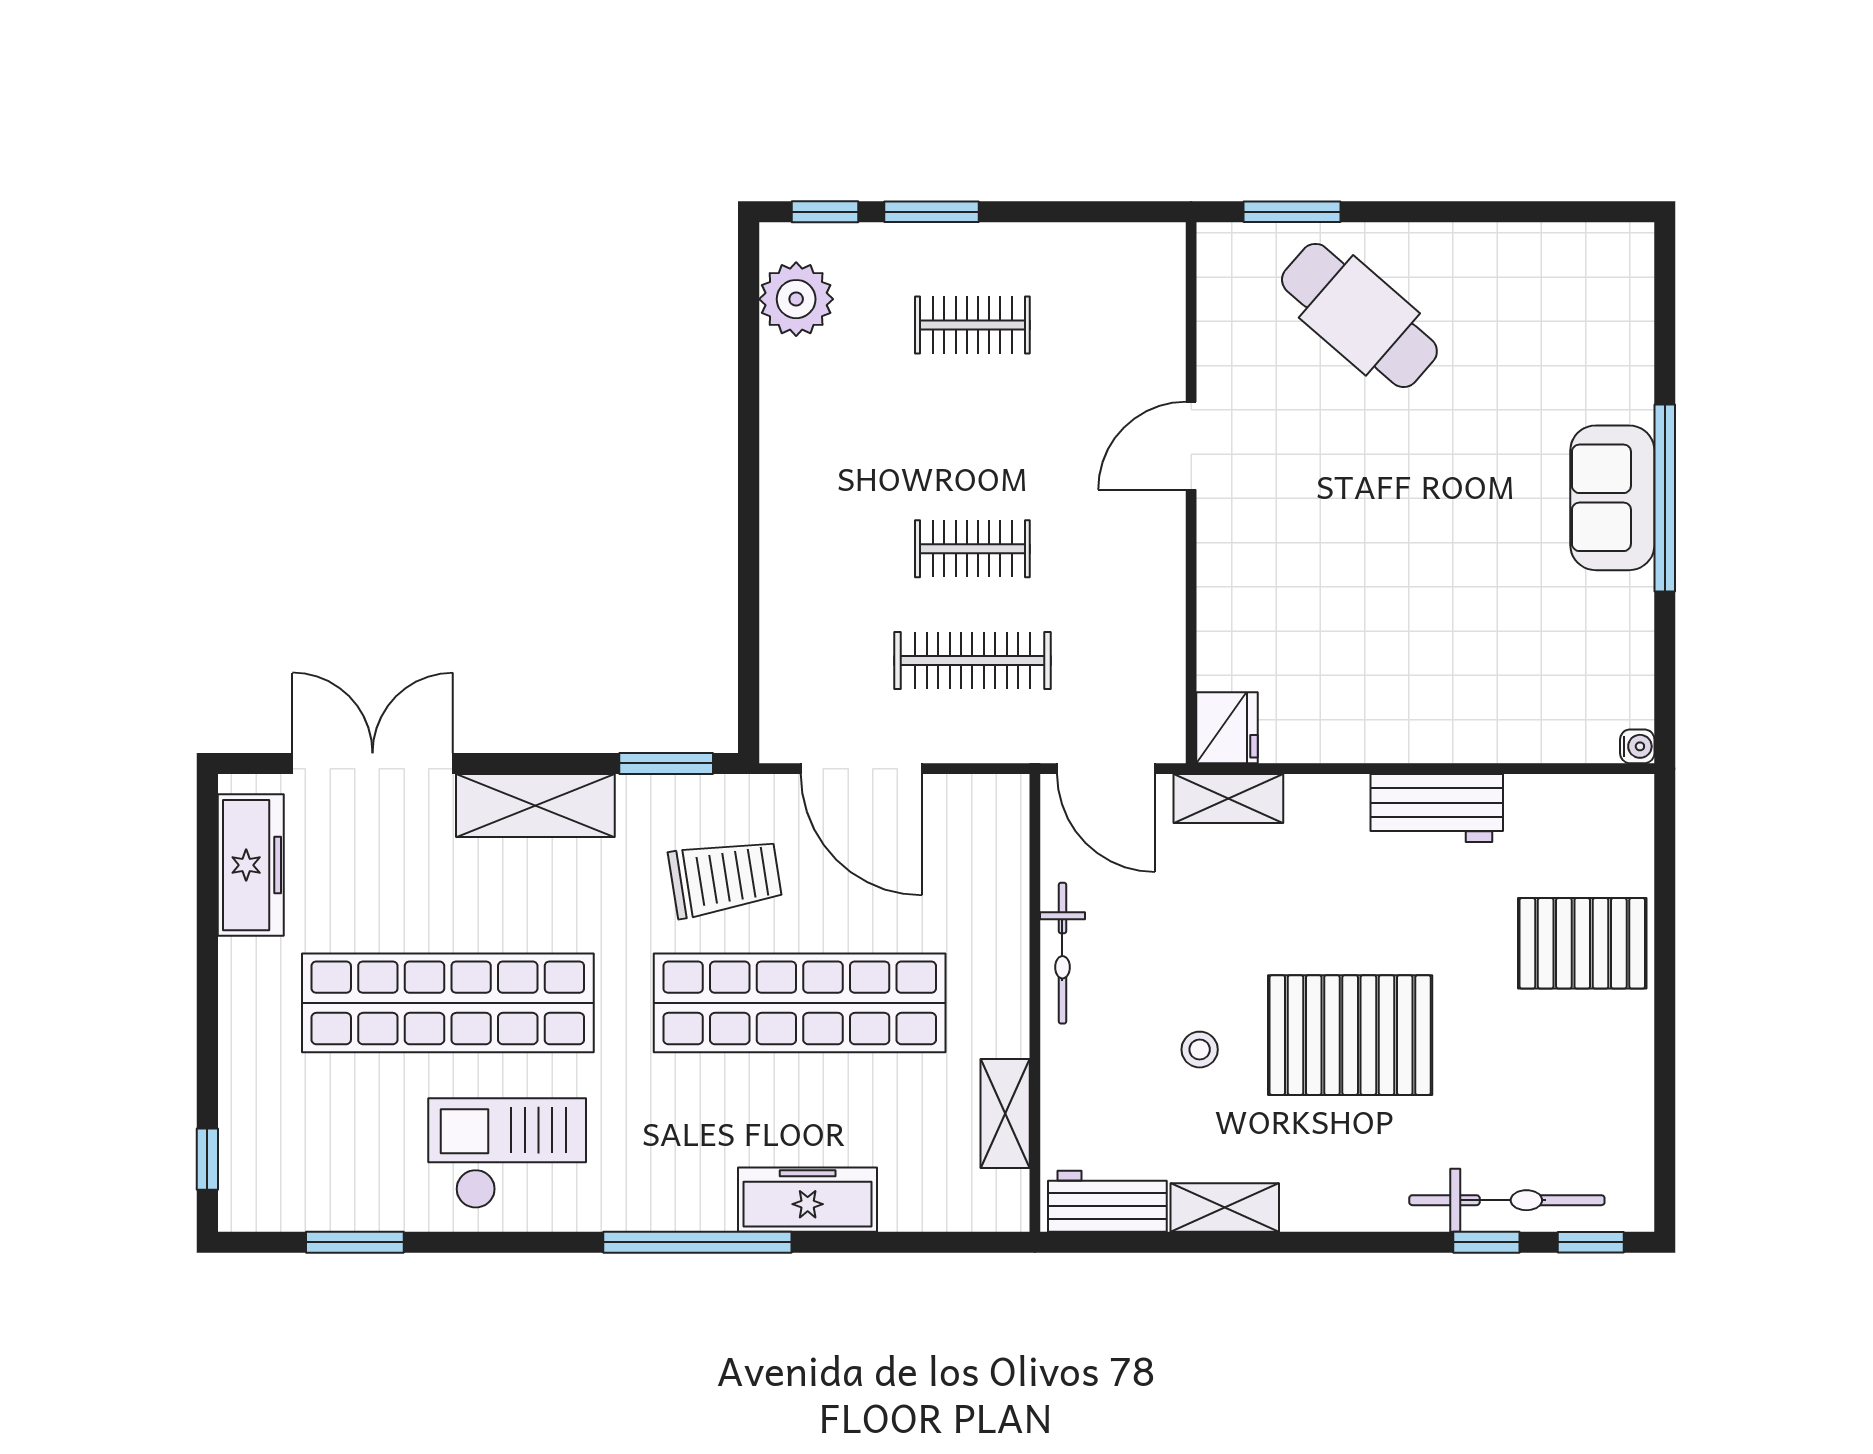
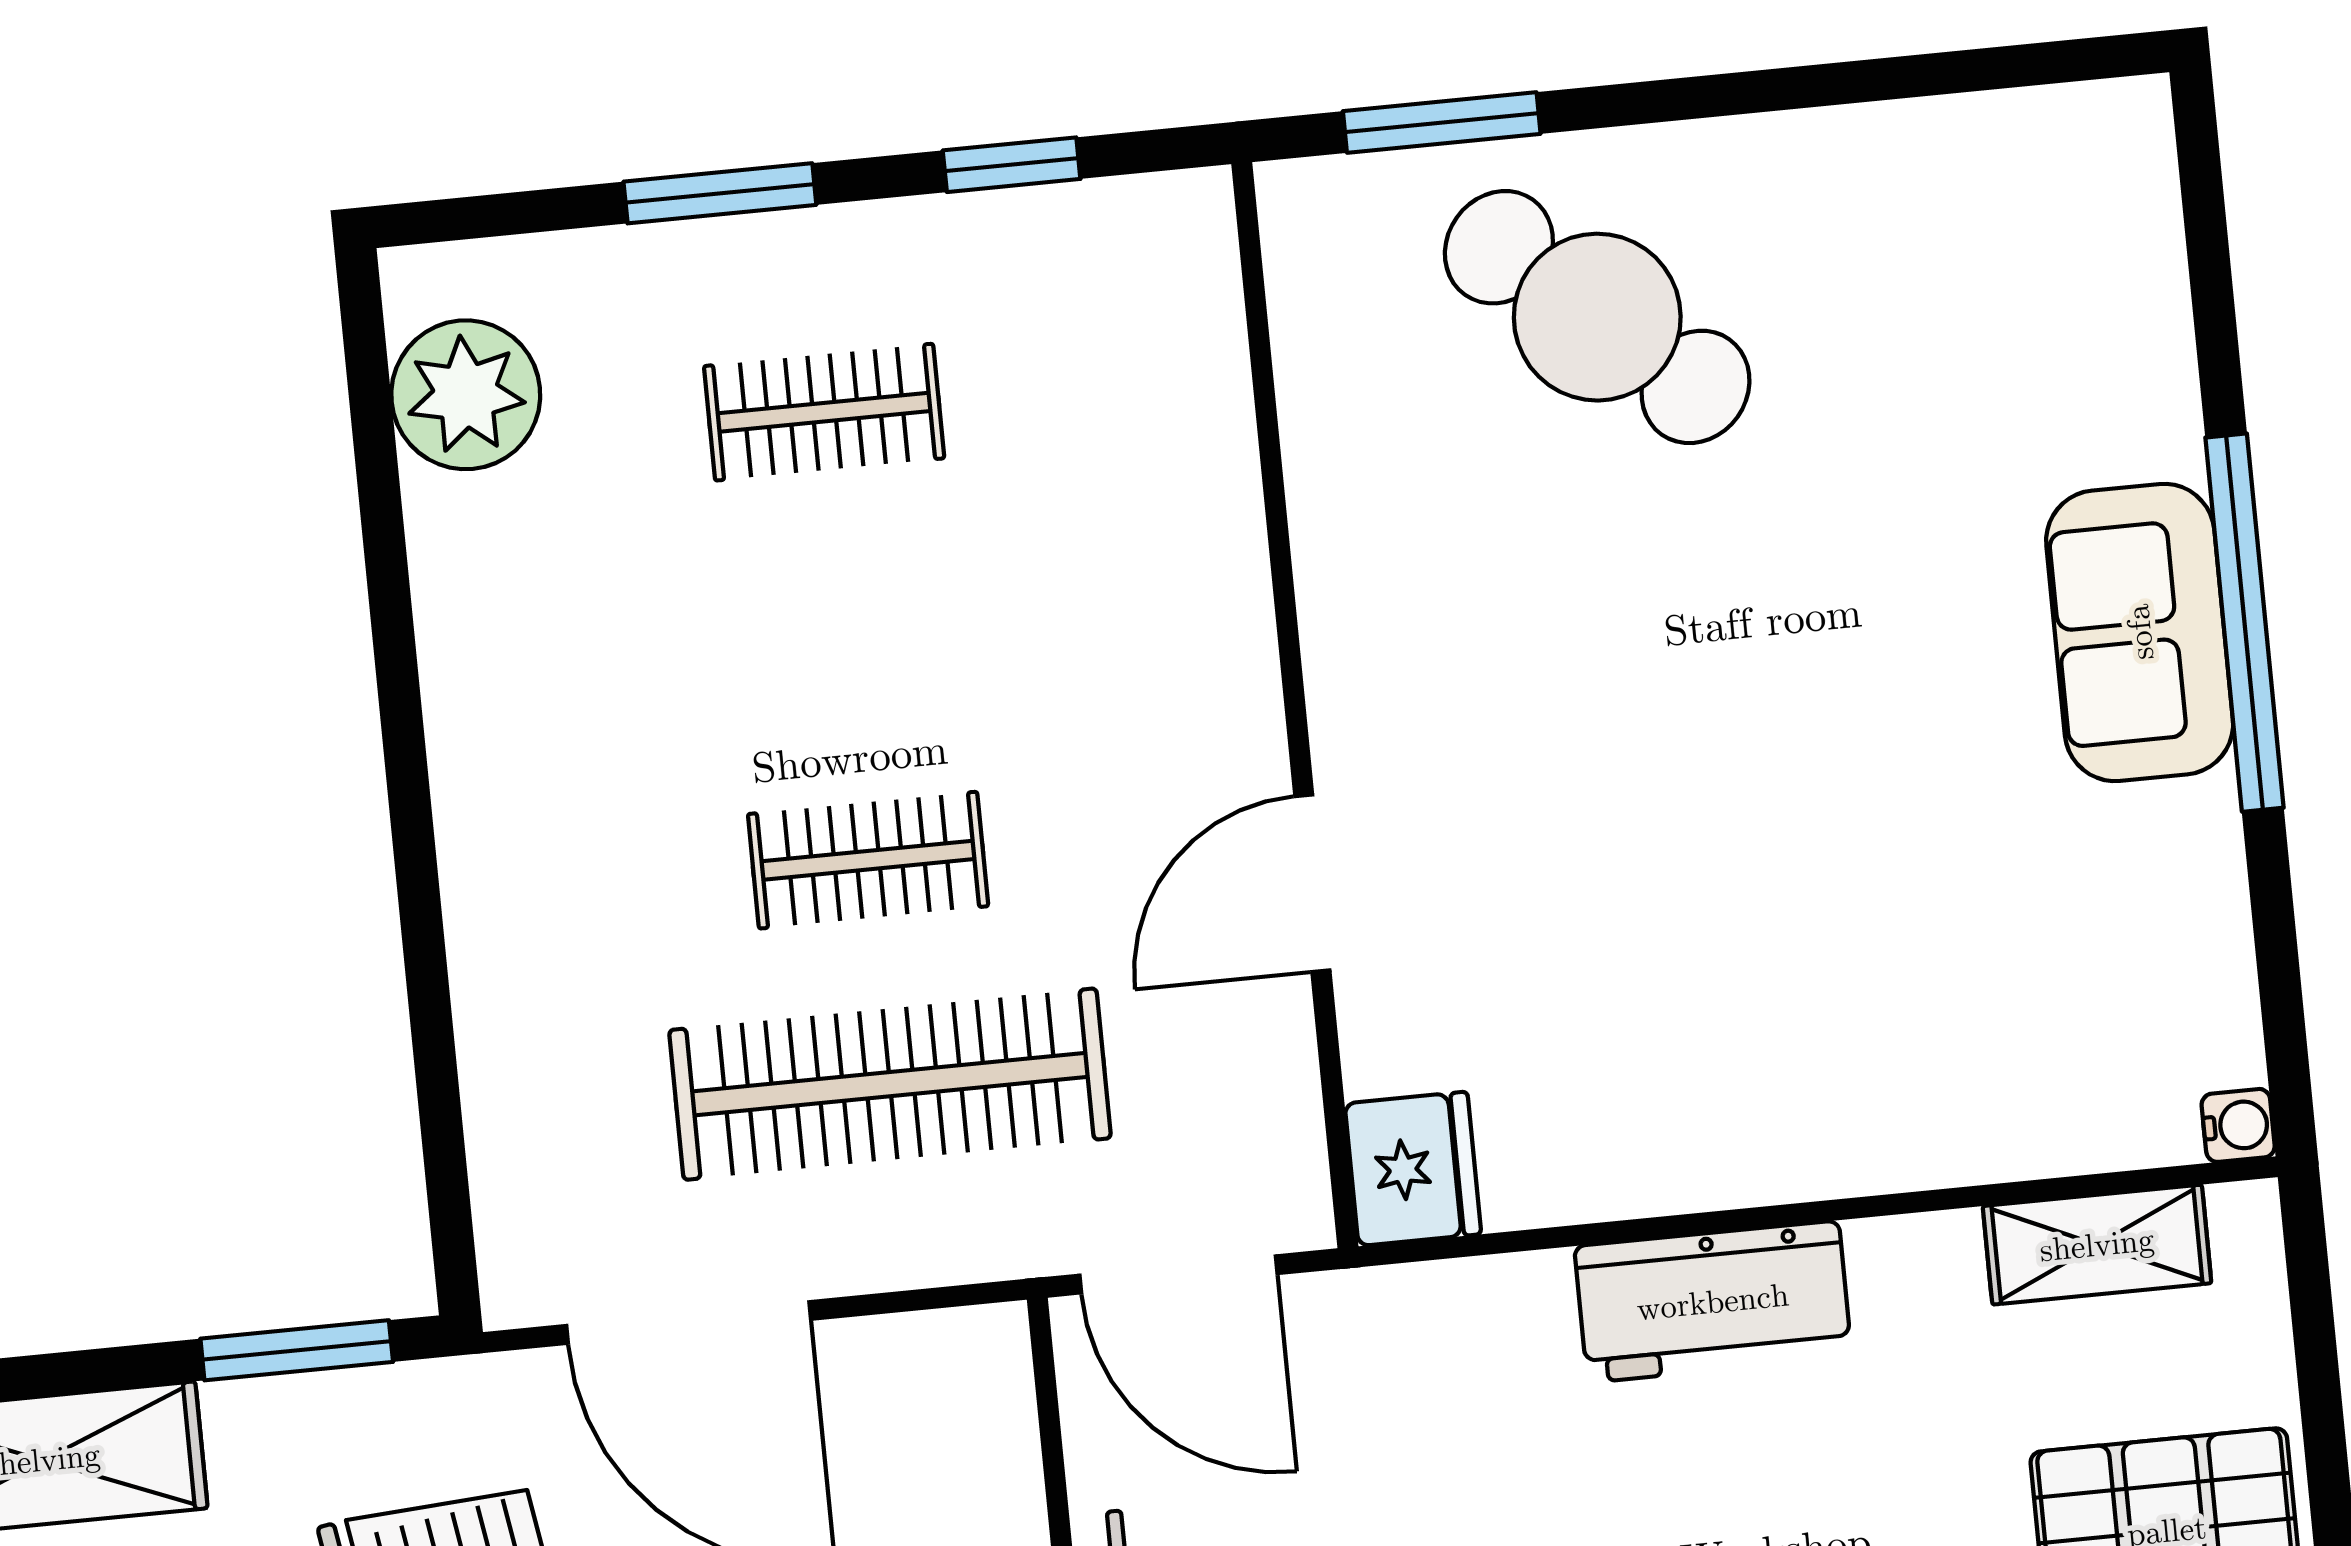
window: (825, 212) -> (1012, 165), moved
door: (1191, 446) -> (1312, 883), moved
clothes rail: (972, 661) -> (890, 1084), width x1.37, depth x1.31
shelving: (1228, 798) -> (2097, 1245), moved
workbench: (1437, 808) -> (1713, 1302), moved

